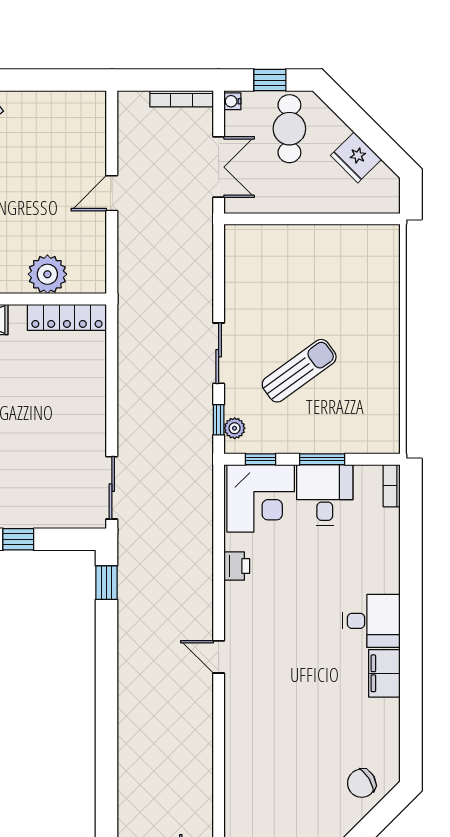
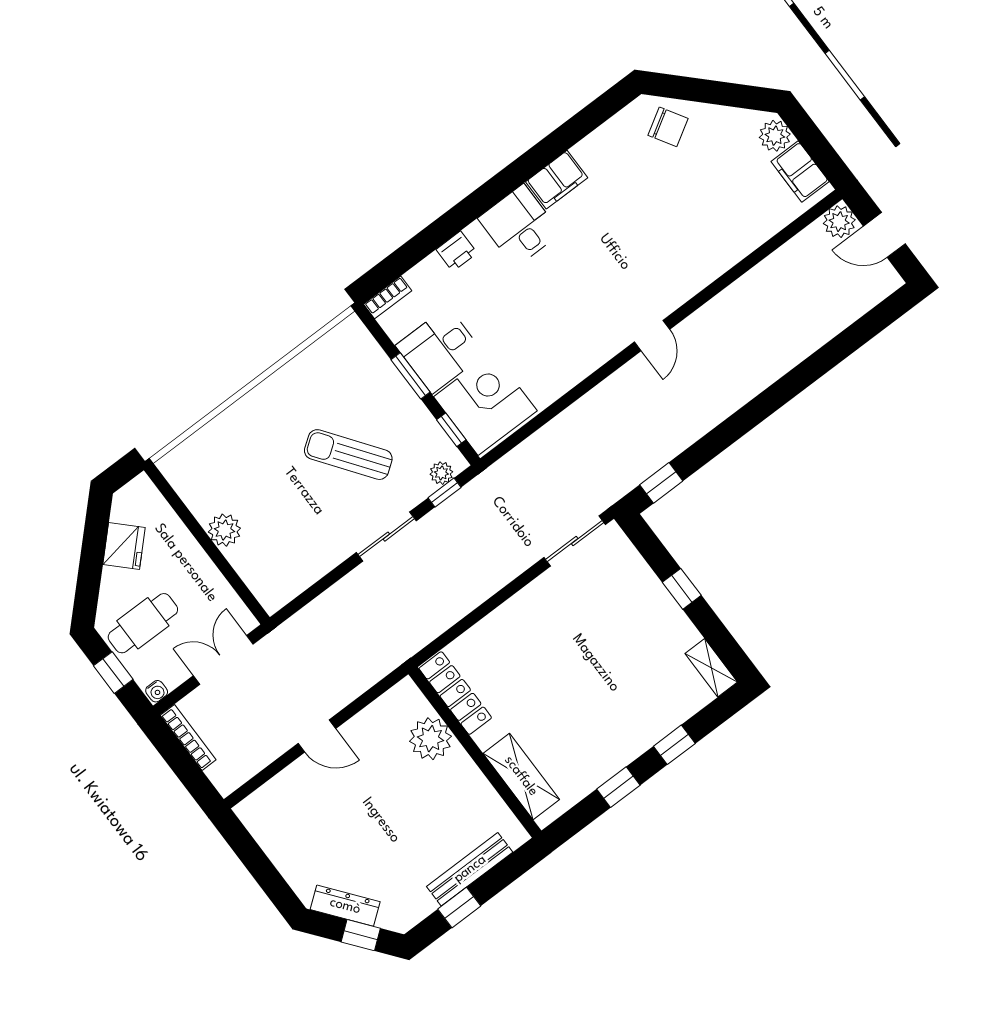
plant: (312, 239) -> (224, 530), added
printer: (237, 566) -> (457, 251), moved, turned 180

